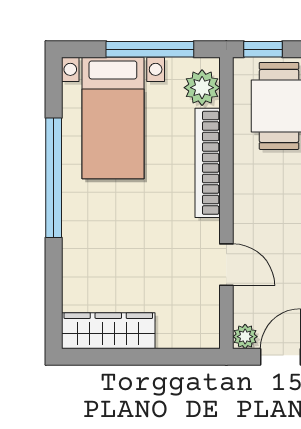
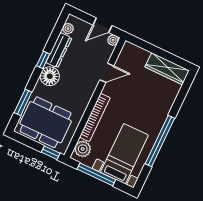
door: (226, 265) -> (107, 73), swing flipped

